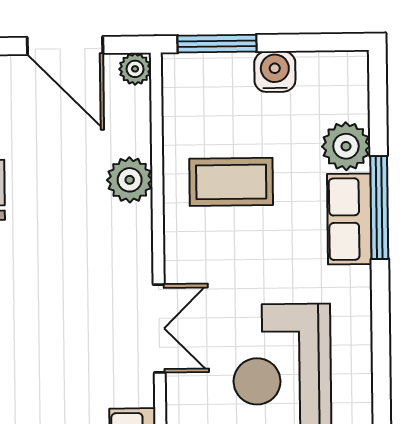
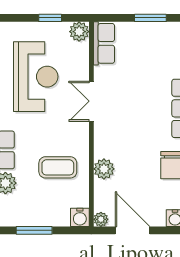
window: (217, 44) -> (34, 230), moved
water cooler: (275, 72) -> (80, 217), moved

